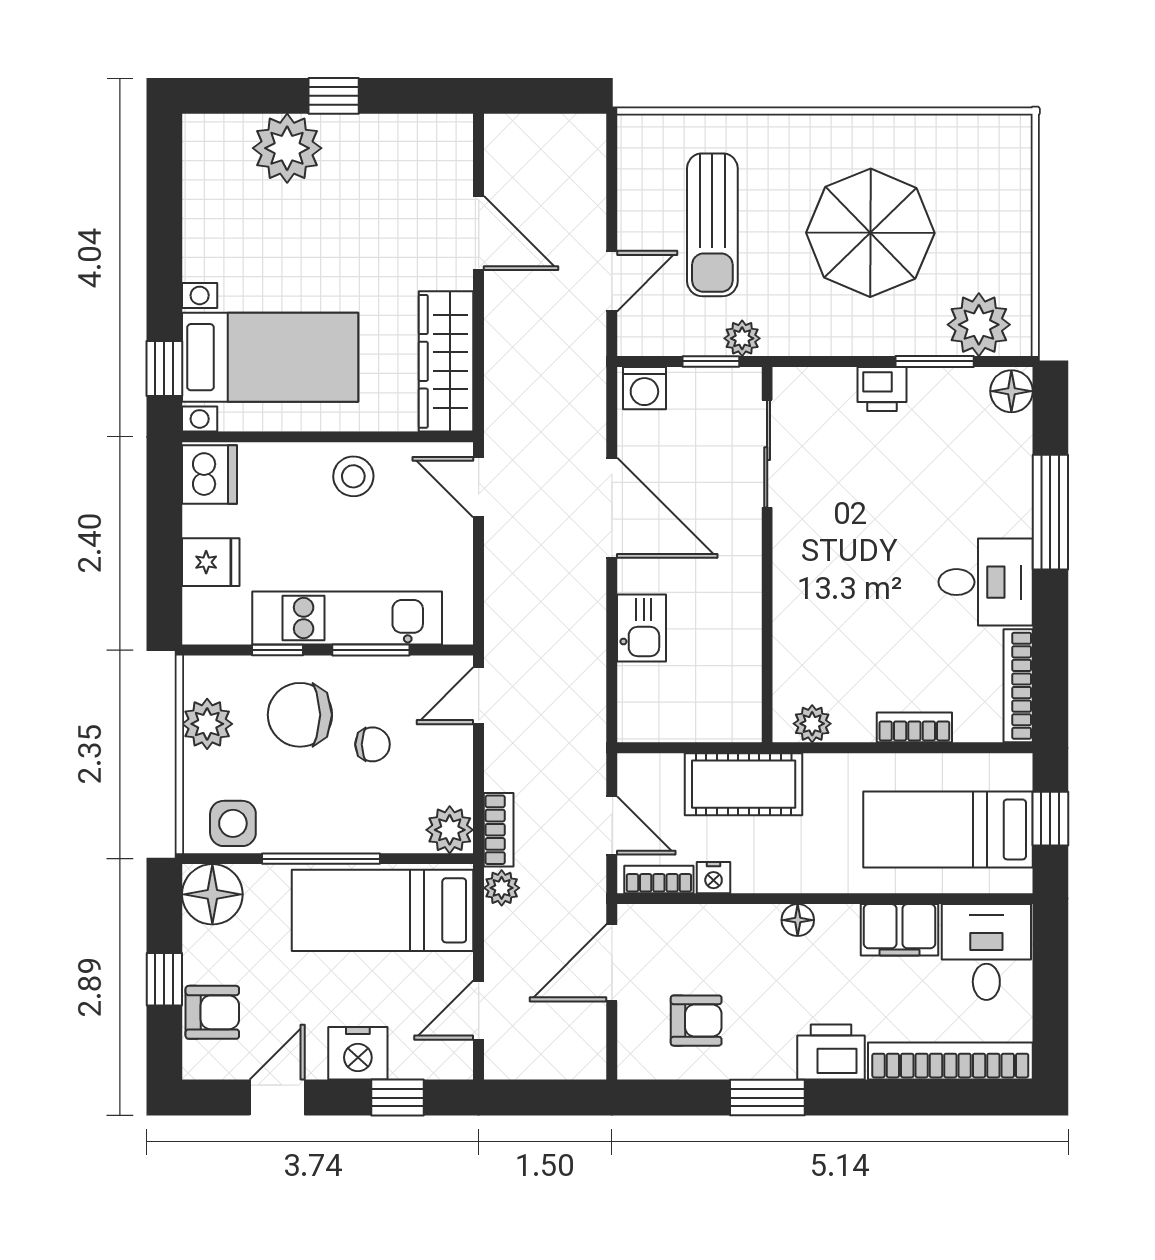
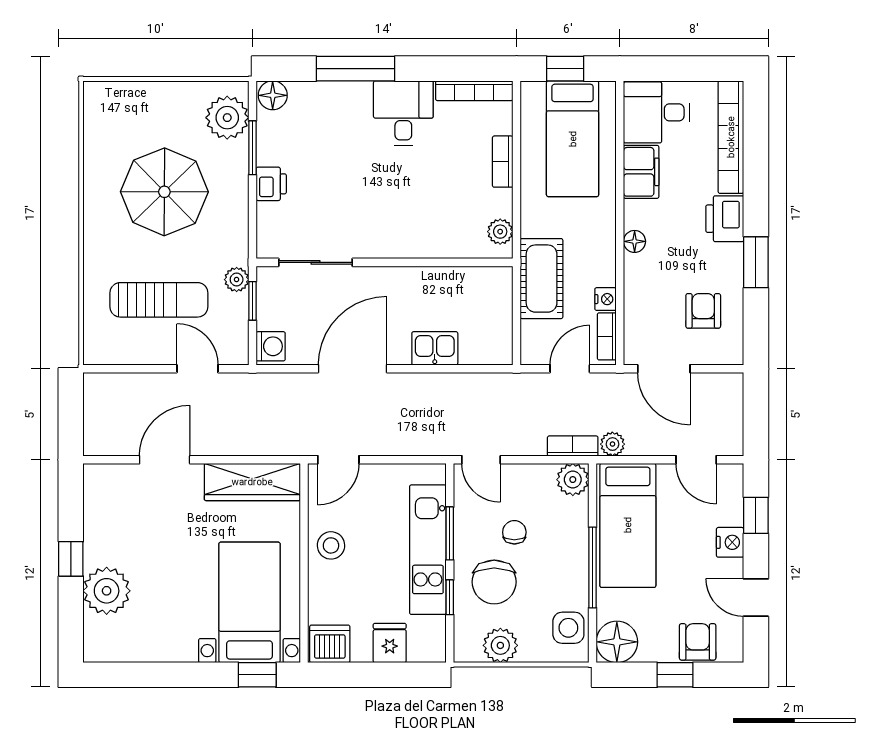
nightstand: (358, 1053) -> (730, 542), width x0.74, depth x0.75

